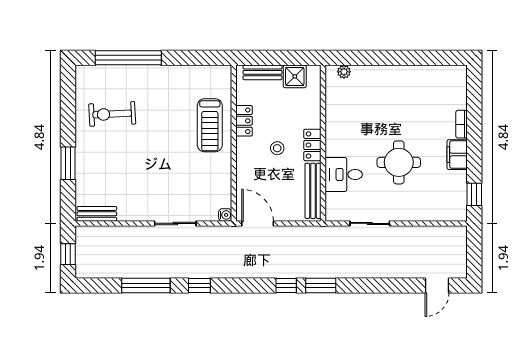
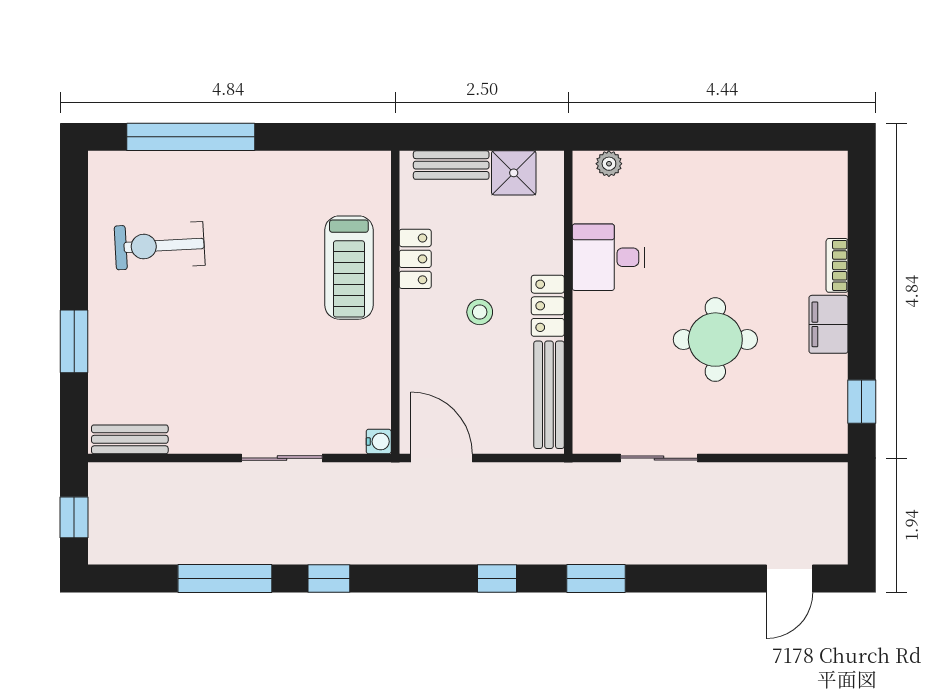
desk: (344, 174) -> (608, 257), moved
window: (321, 286) -> (596, 578), moved

